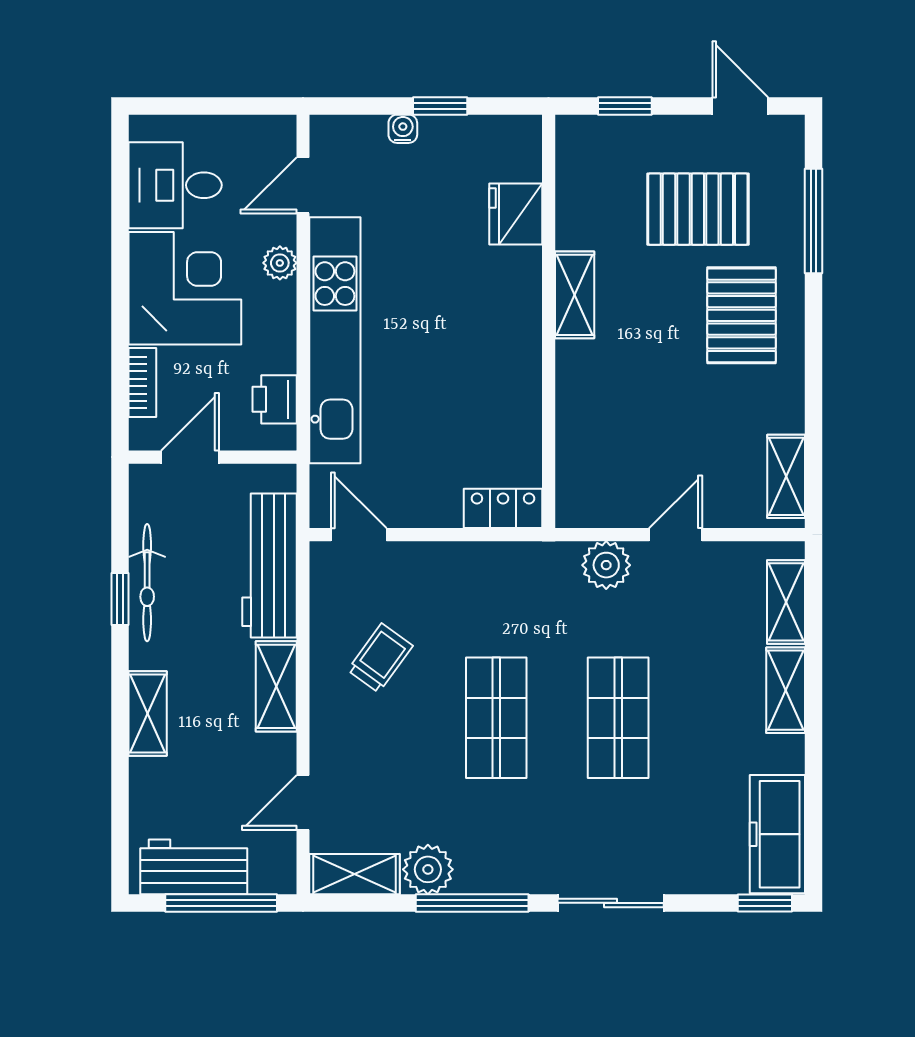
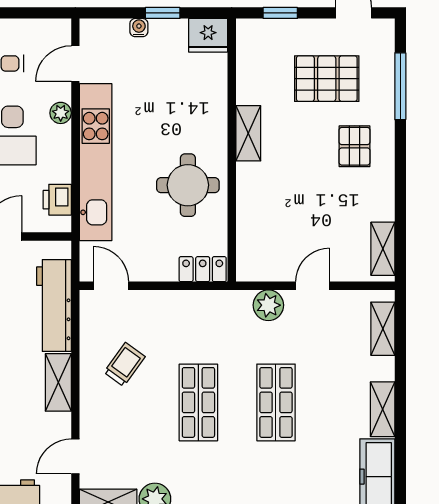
fridge: (516, 214) -> (208, 35), moved, turned -90
pallet: (742, 315) -> (355, 146), width x0.67, depth x0.71
round table: (480, 376) -> (188, 185), added
shelving: (786, 690) -> (383, 409), moved

